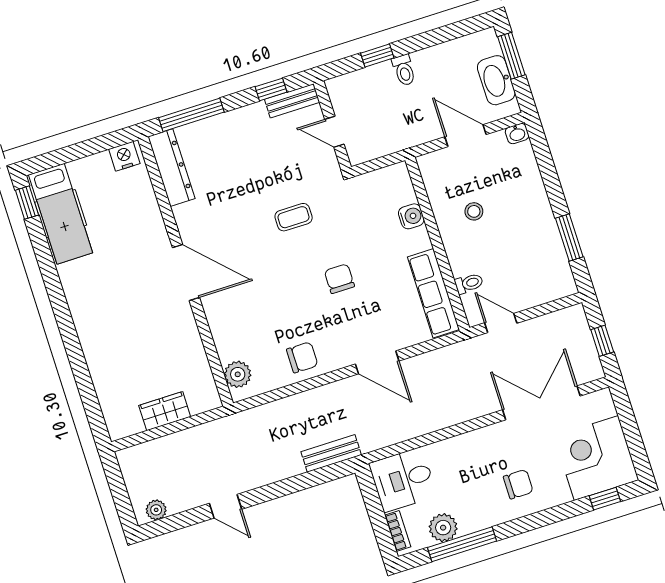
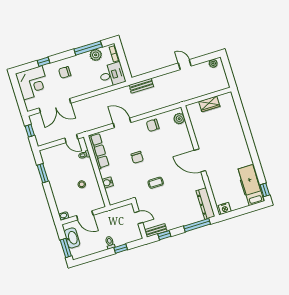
window: (605, 499) -> (44, 62), moved

